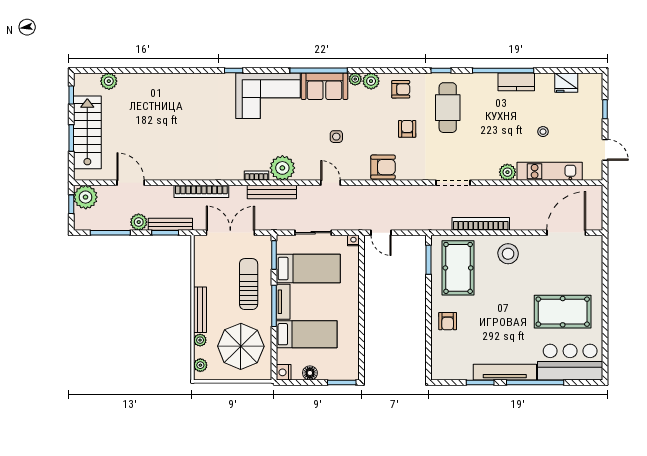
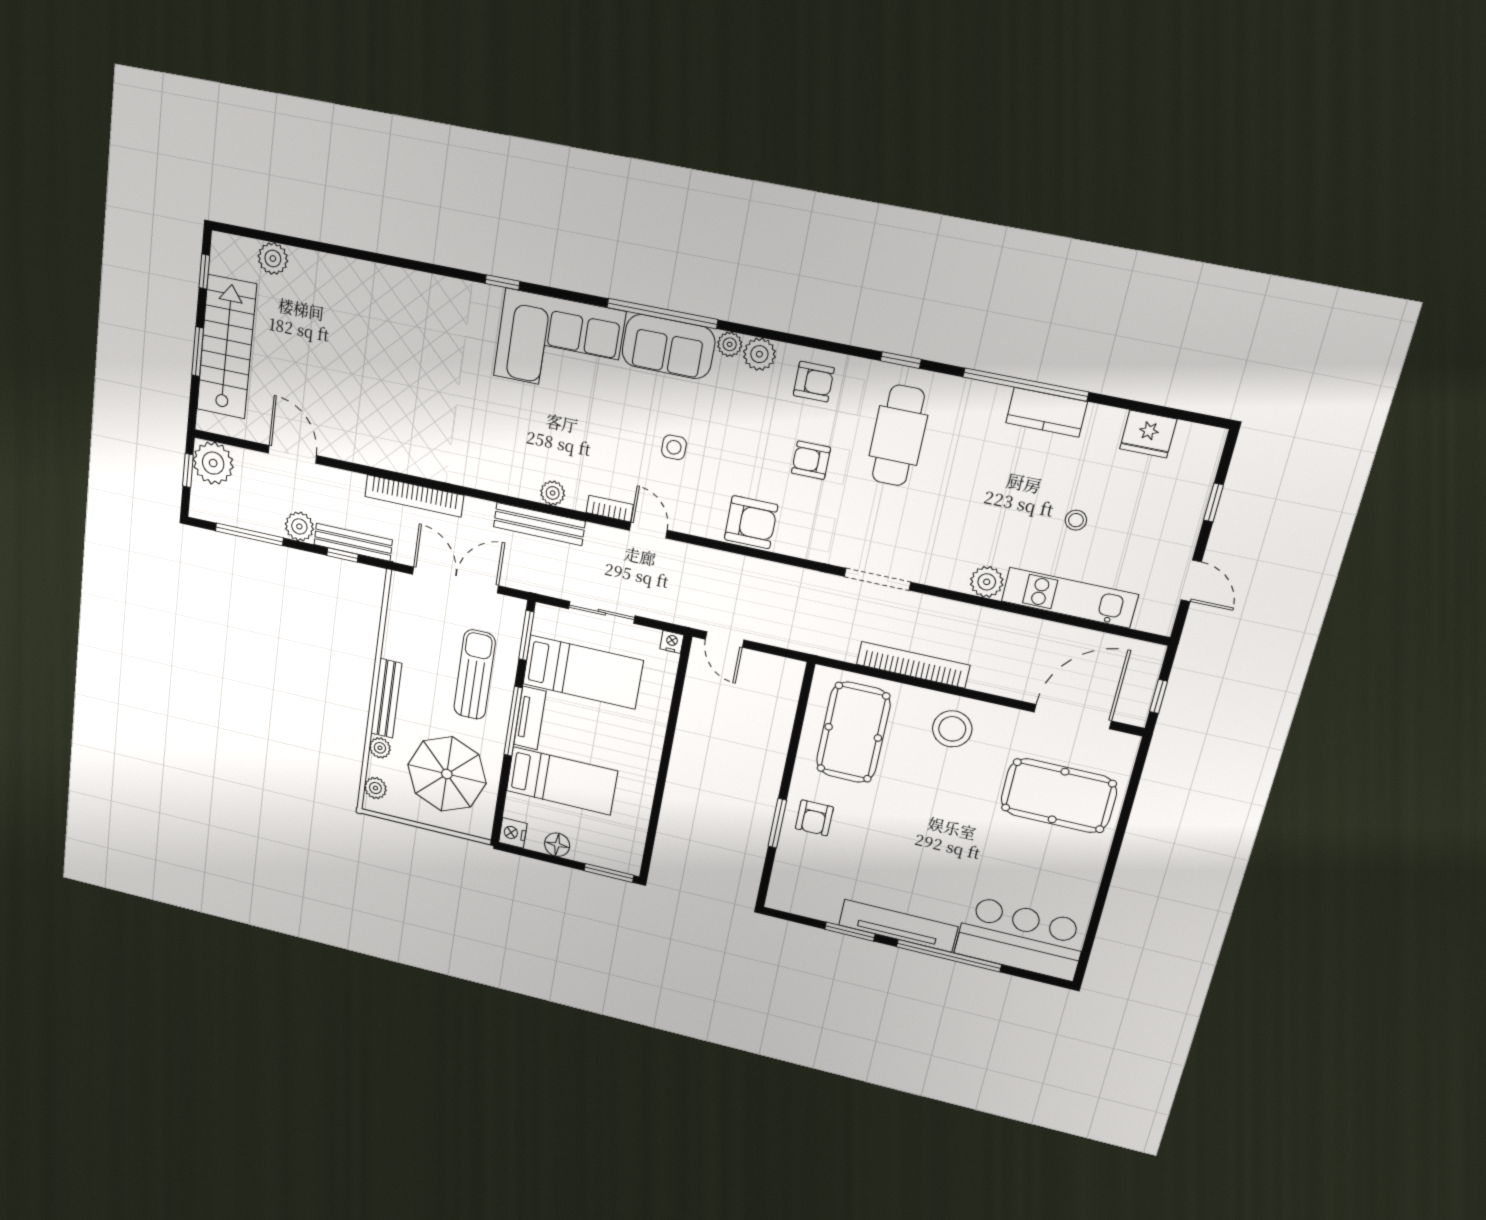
armchair: (407, 129) -> (811, 460), turned -90
plant: (282, 168) -> (553, 493), width x0.53, depth x0.53
bookcase: (256, 176) -> (610, 509), moved
window: (605, 212) -> (1158, 696), added
window: (165, 233) -> (343, 555), width x0.67
window: (429, 260) -> (777, 823), moved
pool table: (563, 312) -> (1059, 796), moved

